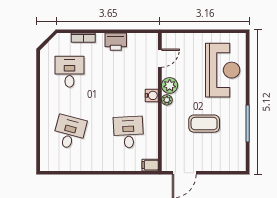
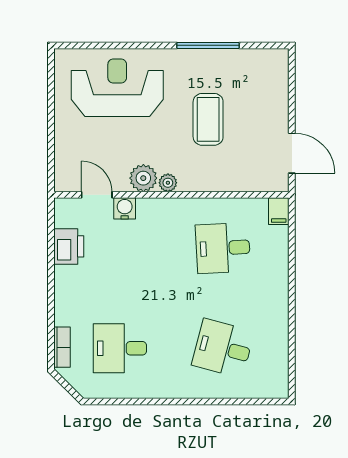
bookcase: (83, 38) -> (62, 347), moved
printer: (116, 42) -> (69, 246), moved
water cooler: (152, 95) -> (125, 208), moved

